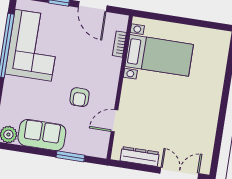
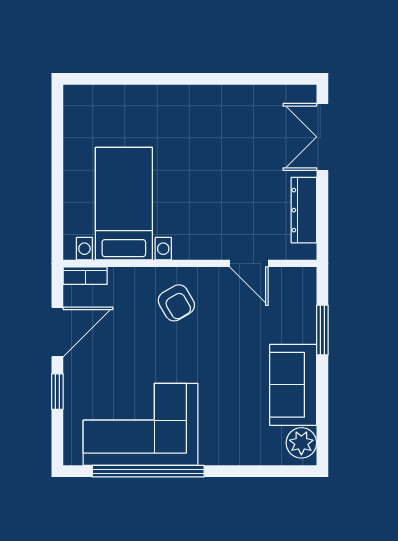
bookcase: (119, 44) -> (85, 276), moved
armchair: (80, 97) -> (176, 303), moved, turned 60

